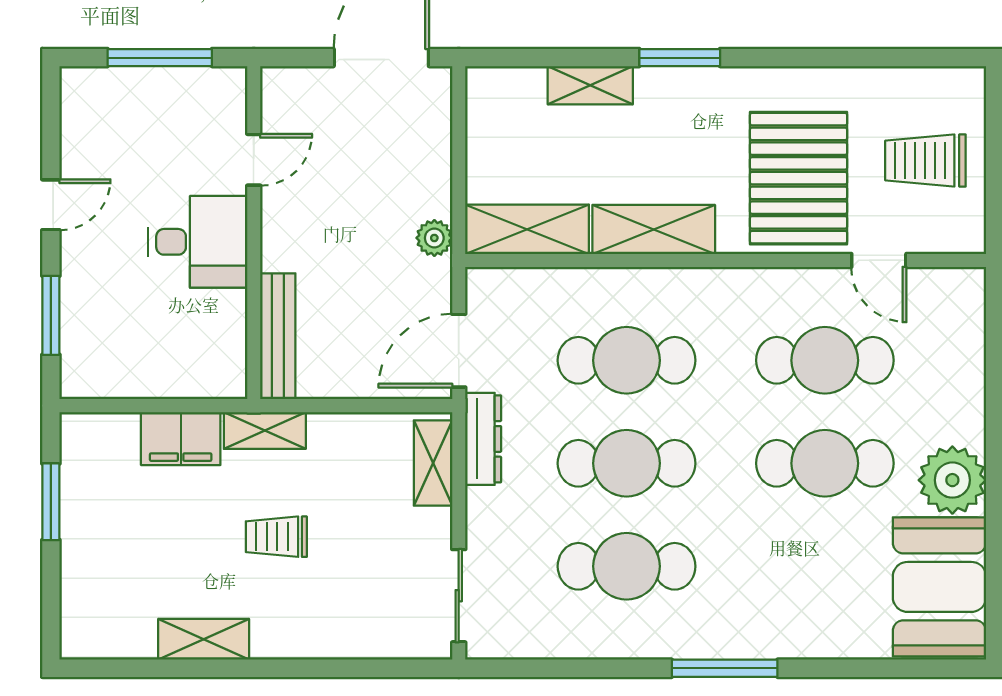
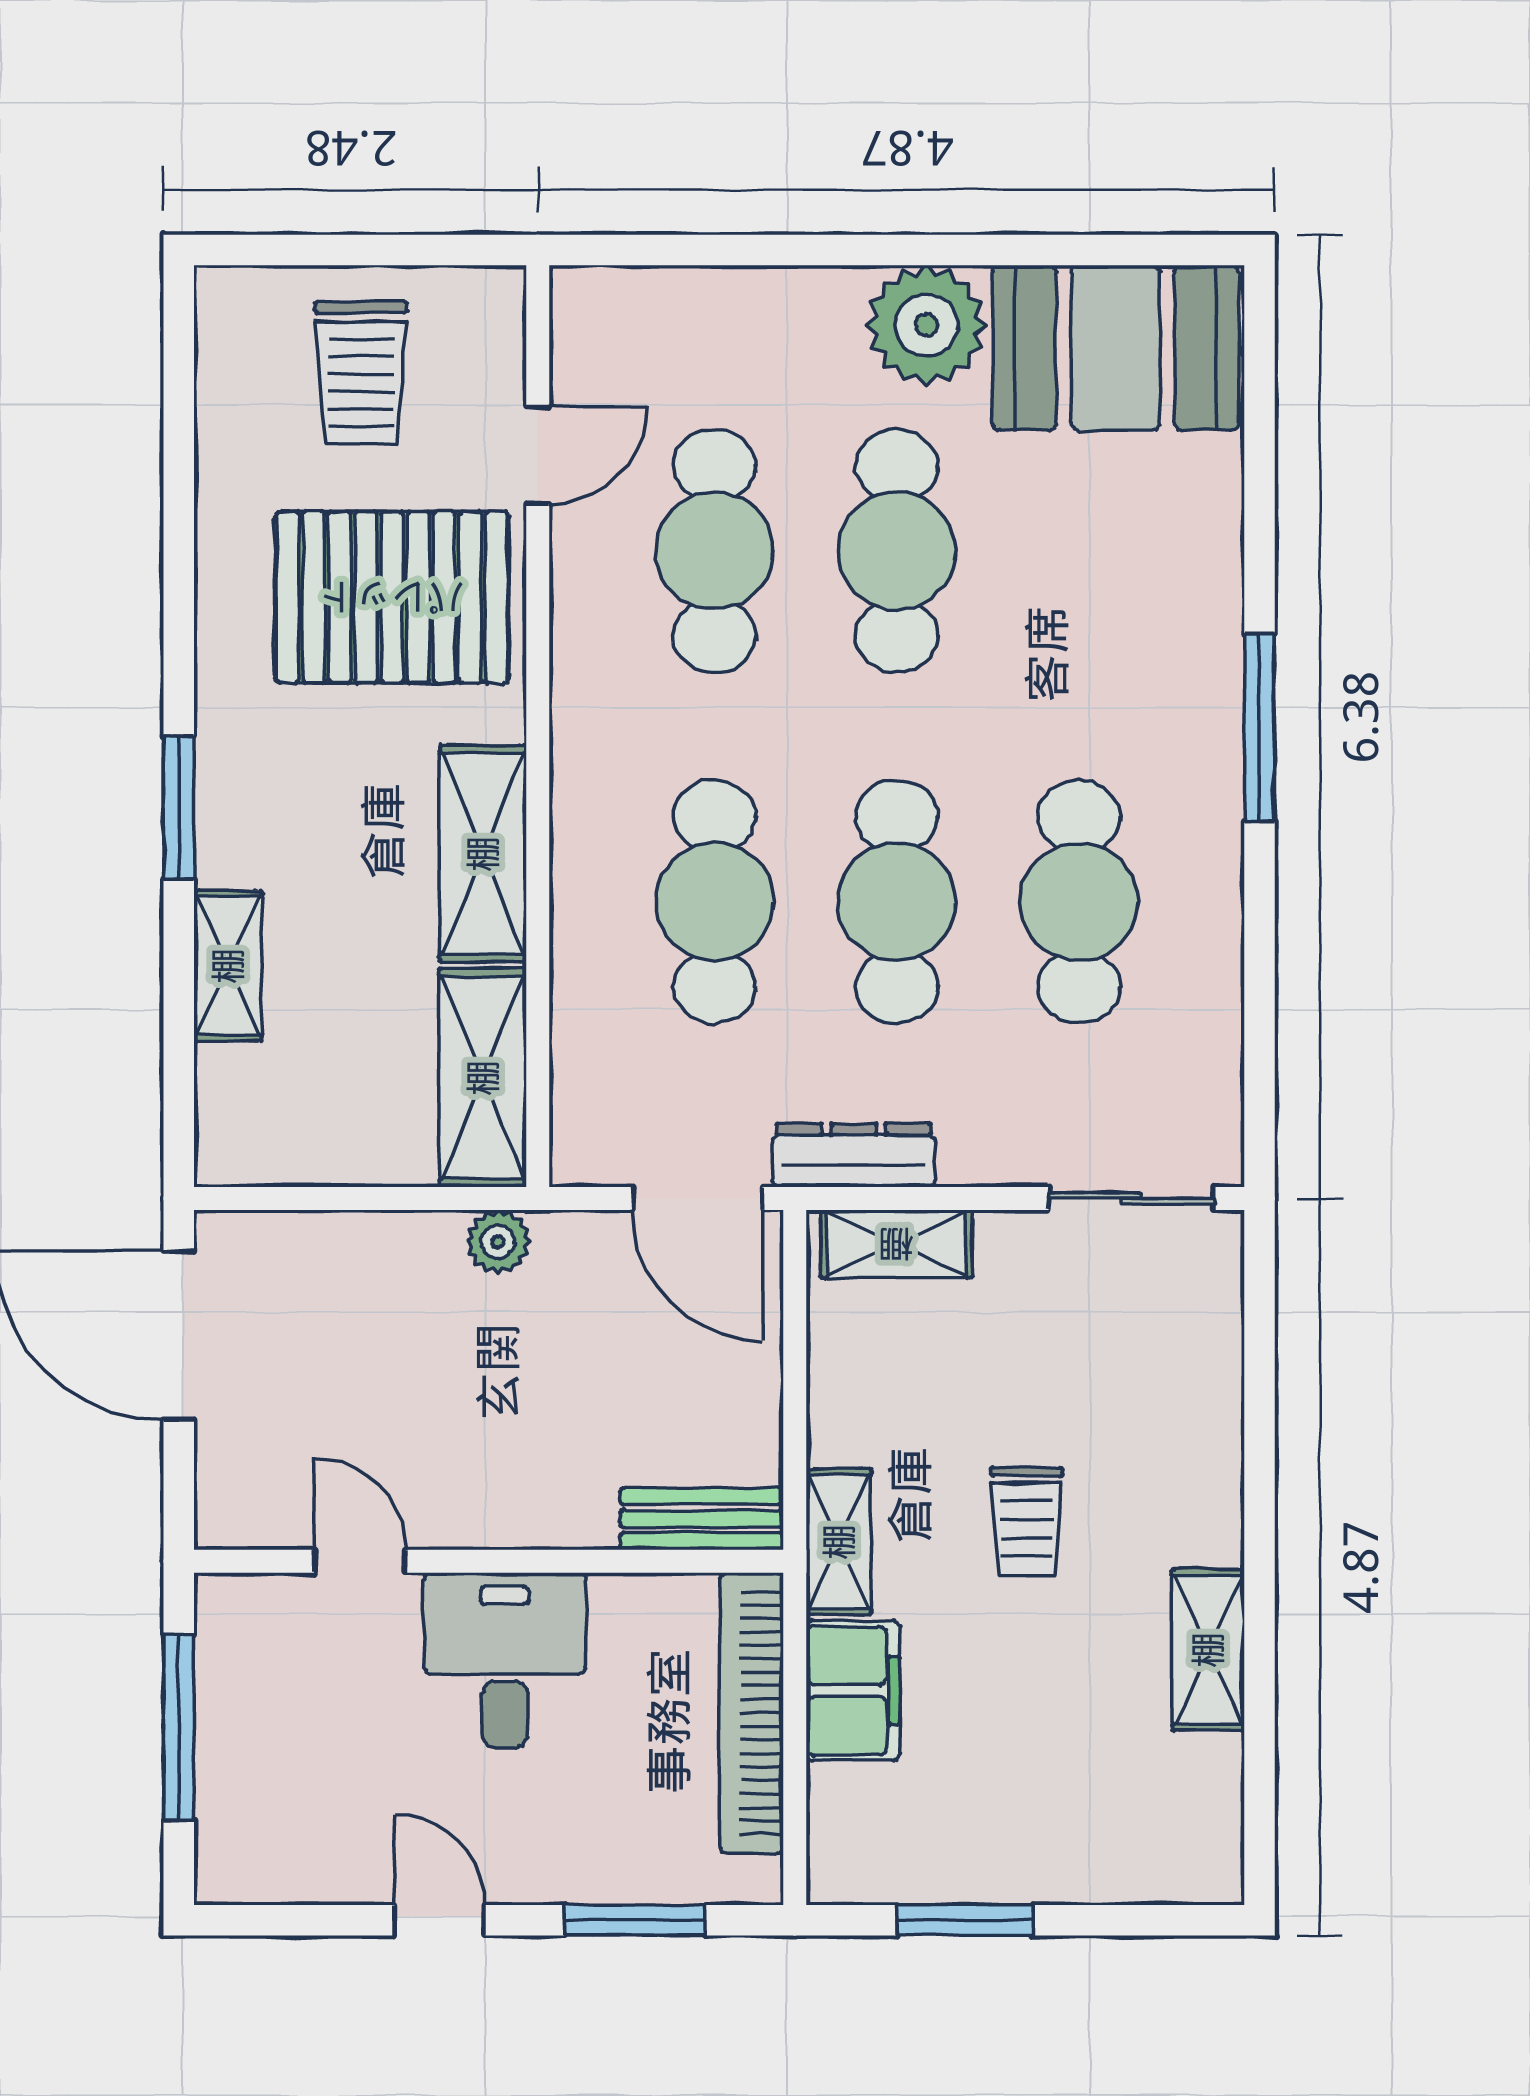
bench: (278, 336) -> (702, 1519), width x0.73
bookcase: (168, 381) -> (751, 1713), added

